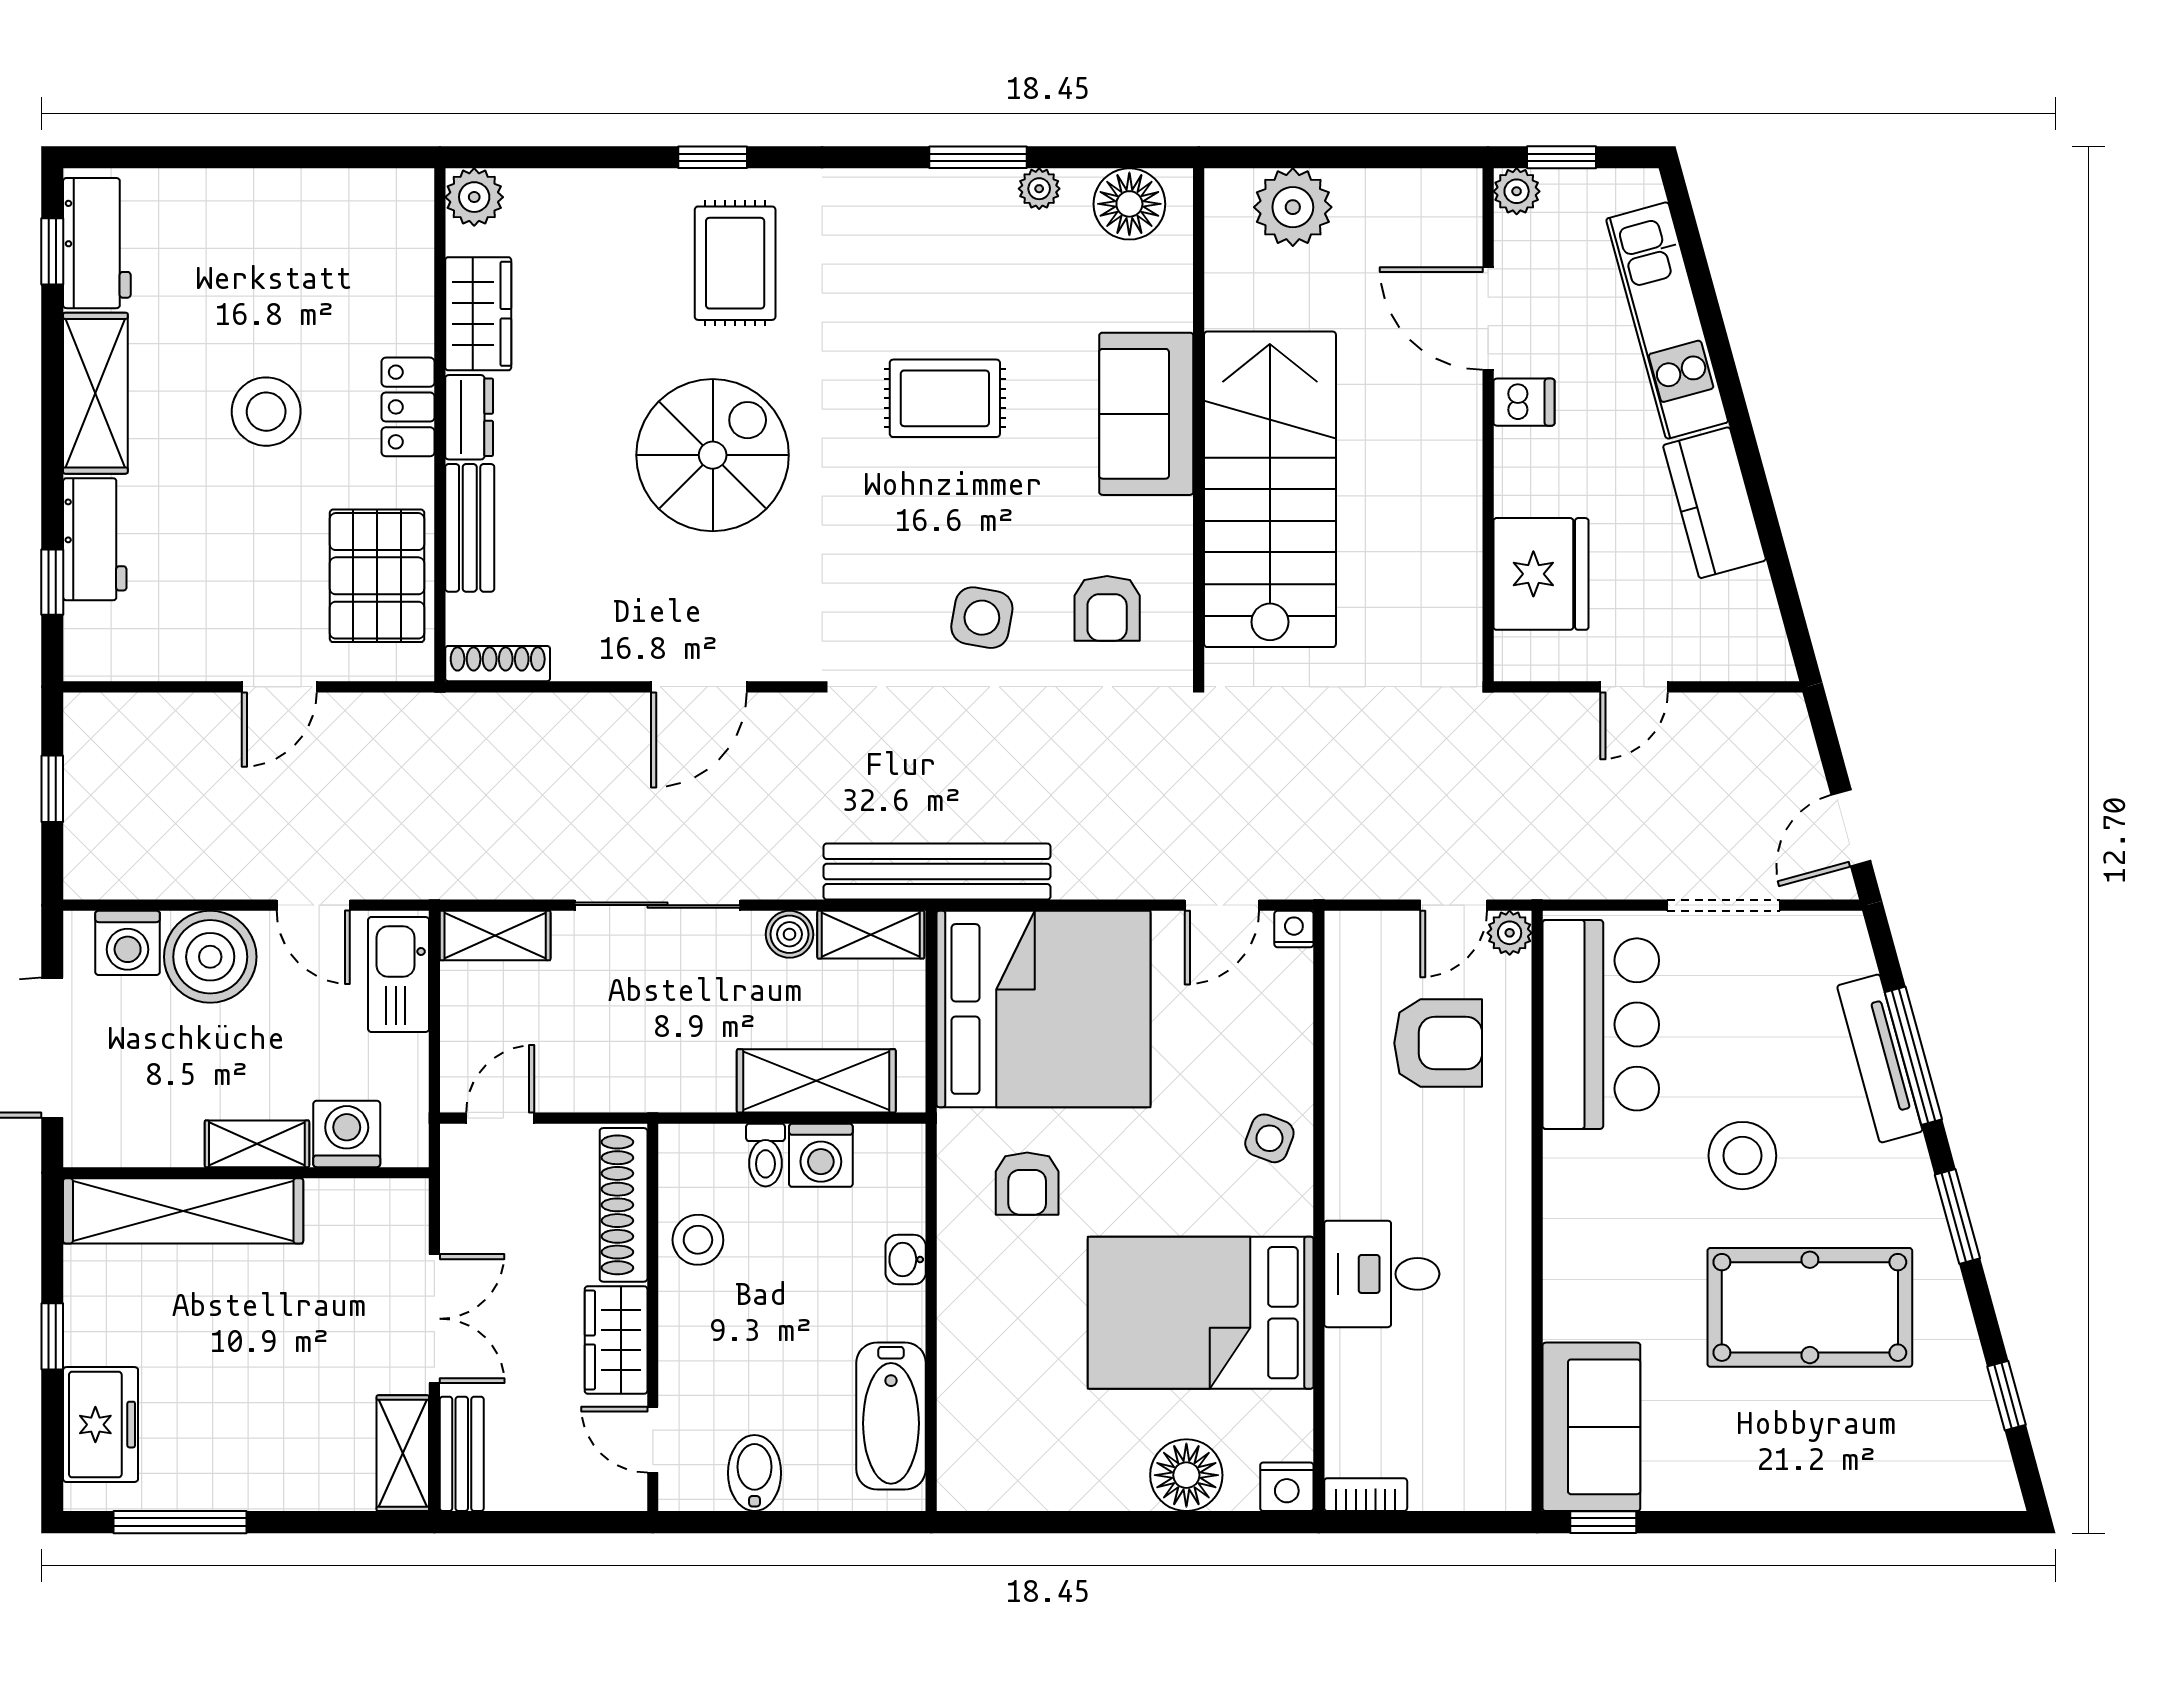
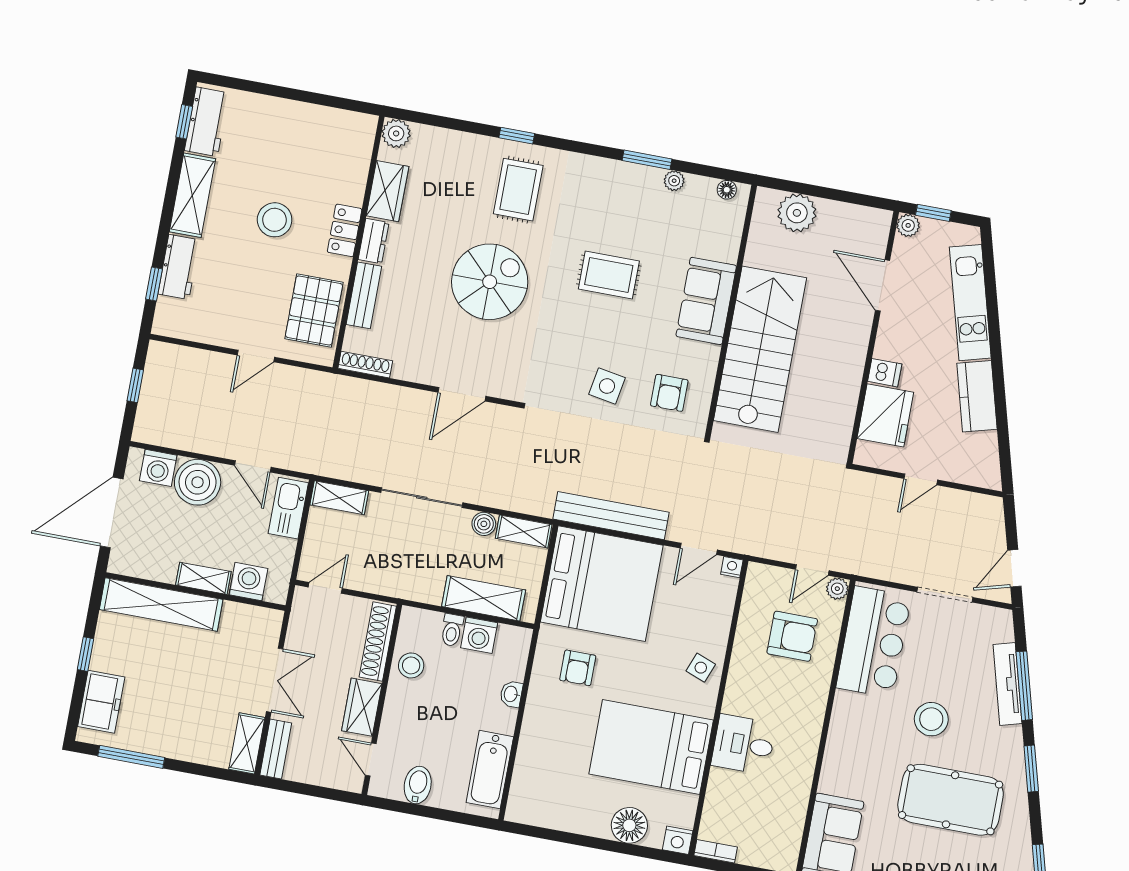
floor lamp: (1129, 204) -> (727, 190), width x0.53, depth x0.53
dishwasher: (1524, 402) -> (885, 373), moved
bench: (937, 872) -> (611, 516), moved

